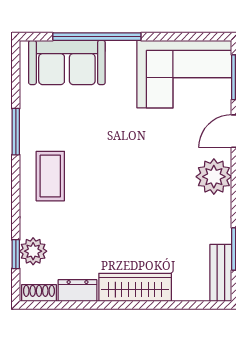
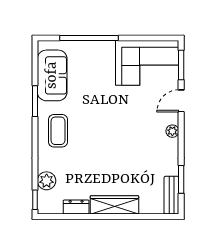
sofa: (67, 62) -> (52, 75), moved, turned -90
plant: (214, 177) -> (172, 131), width x0.53, depth x0.53
window: (16, 254) -> (35, 200), moved
shoe rack: (39, 293) -> (50, 209), removed

